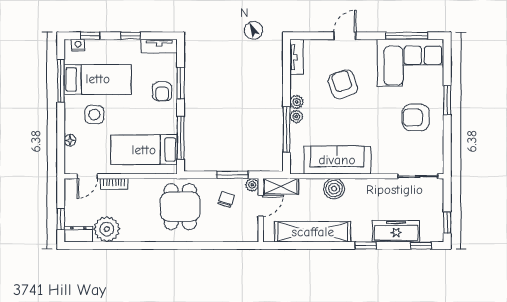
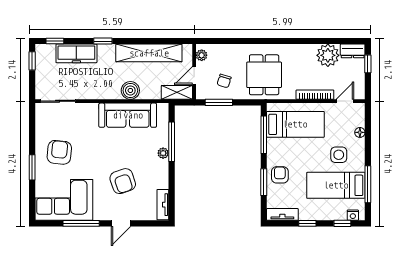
window: (407, 36) -> (81, 223), moved
plant: (297, 102) -> (163, 166), removed
armchair: (416, 117) -> (59, 152), turned -84
bookcase: (114, 184) -> (315, 95), width x1.56
plant: (252, 185) -> (202, 55), moved

